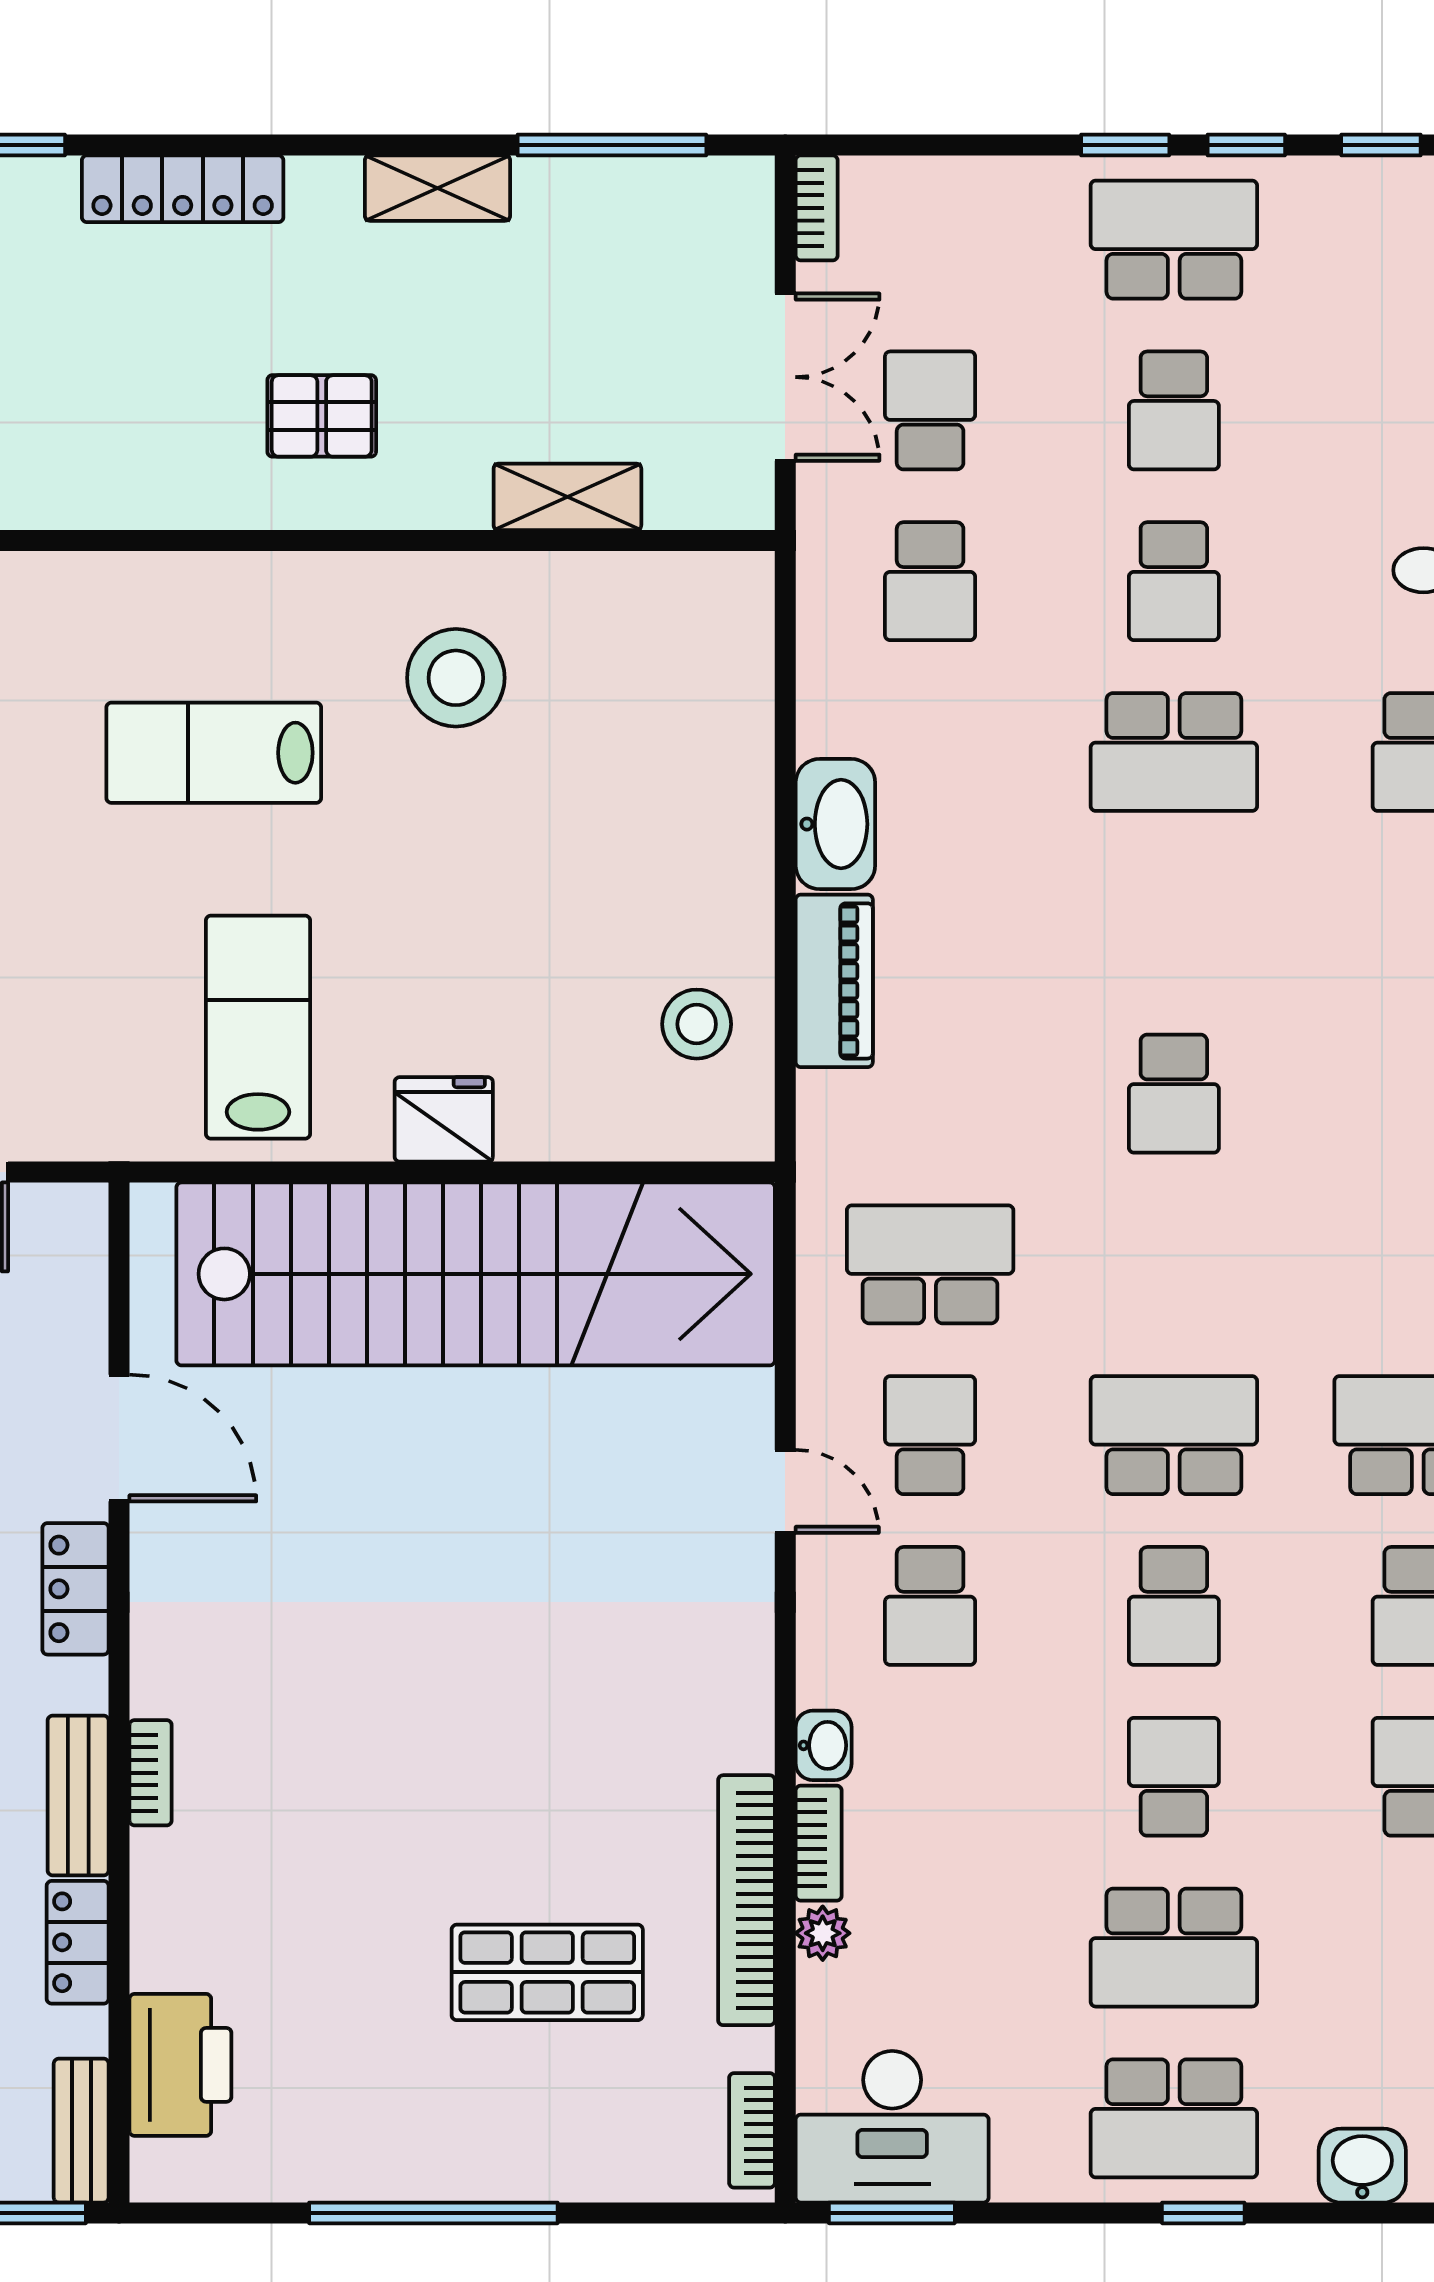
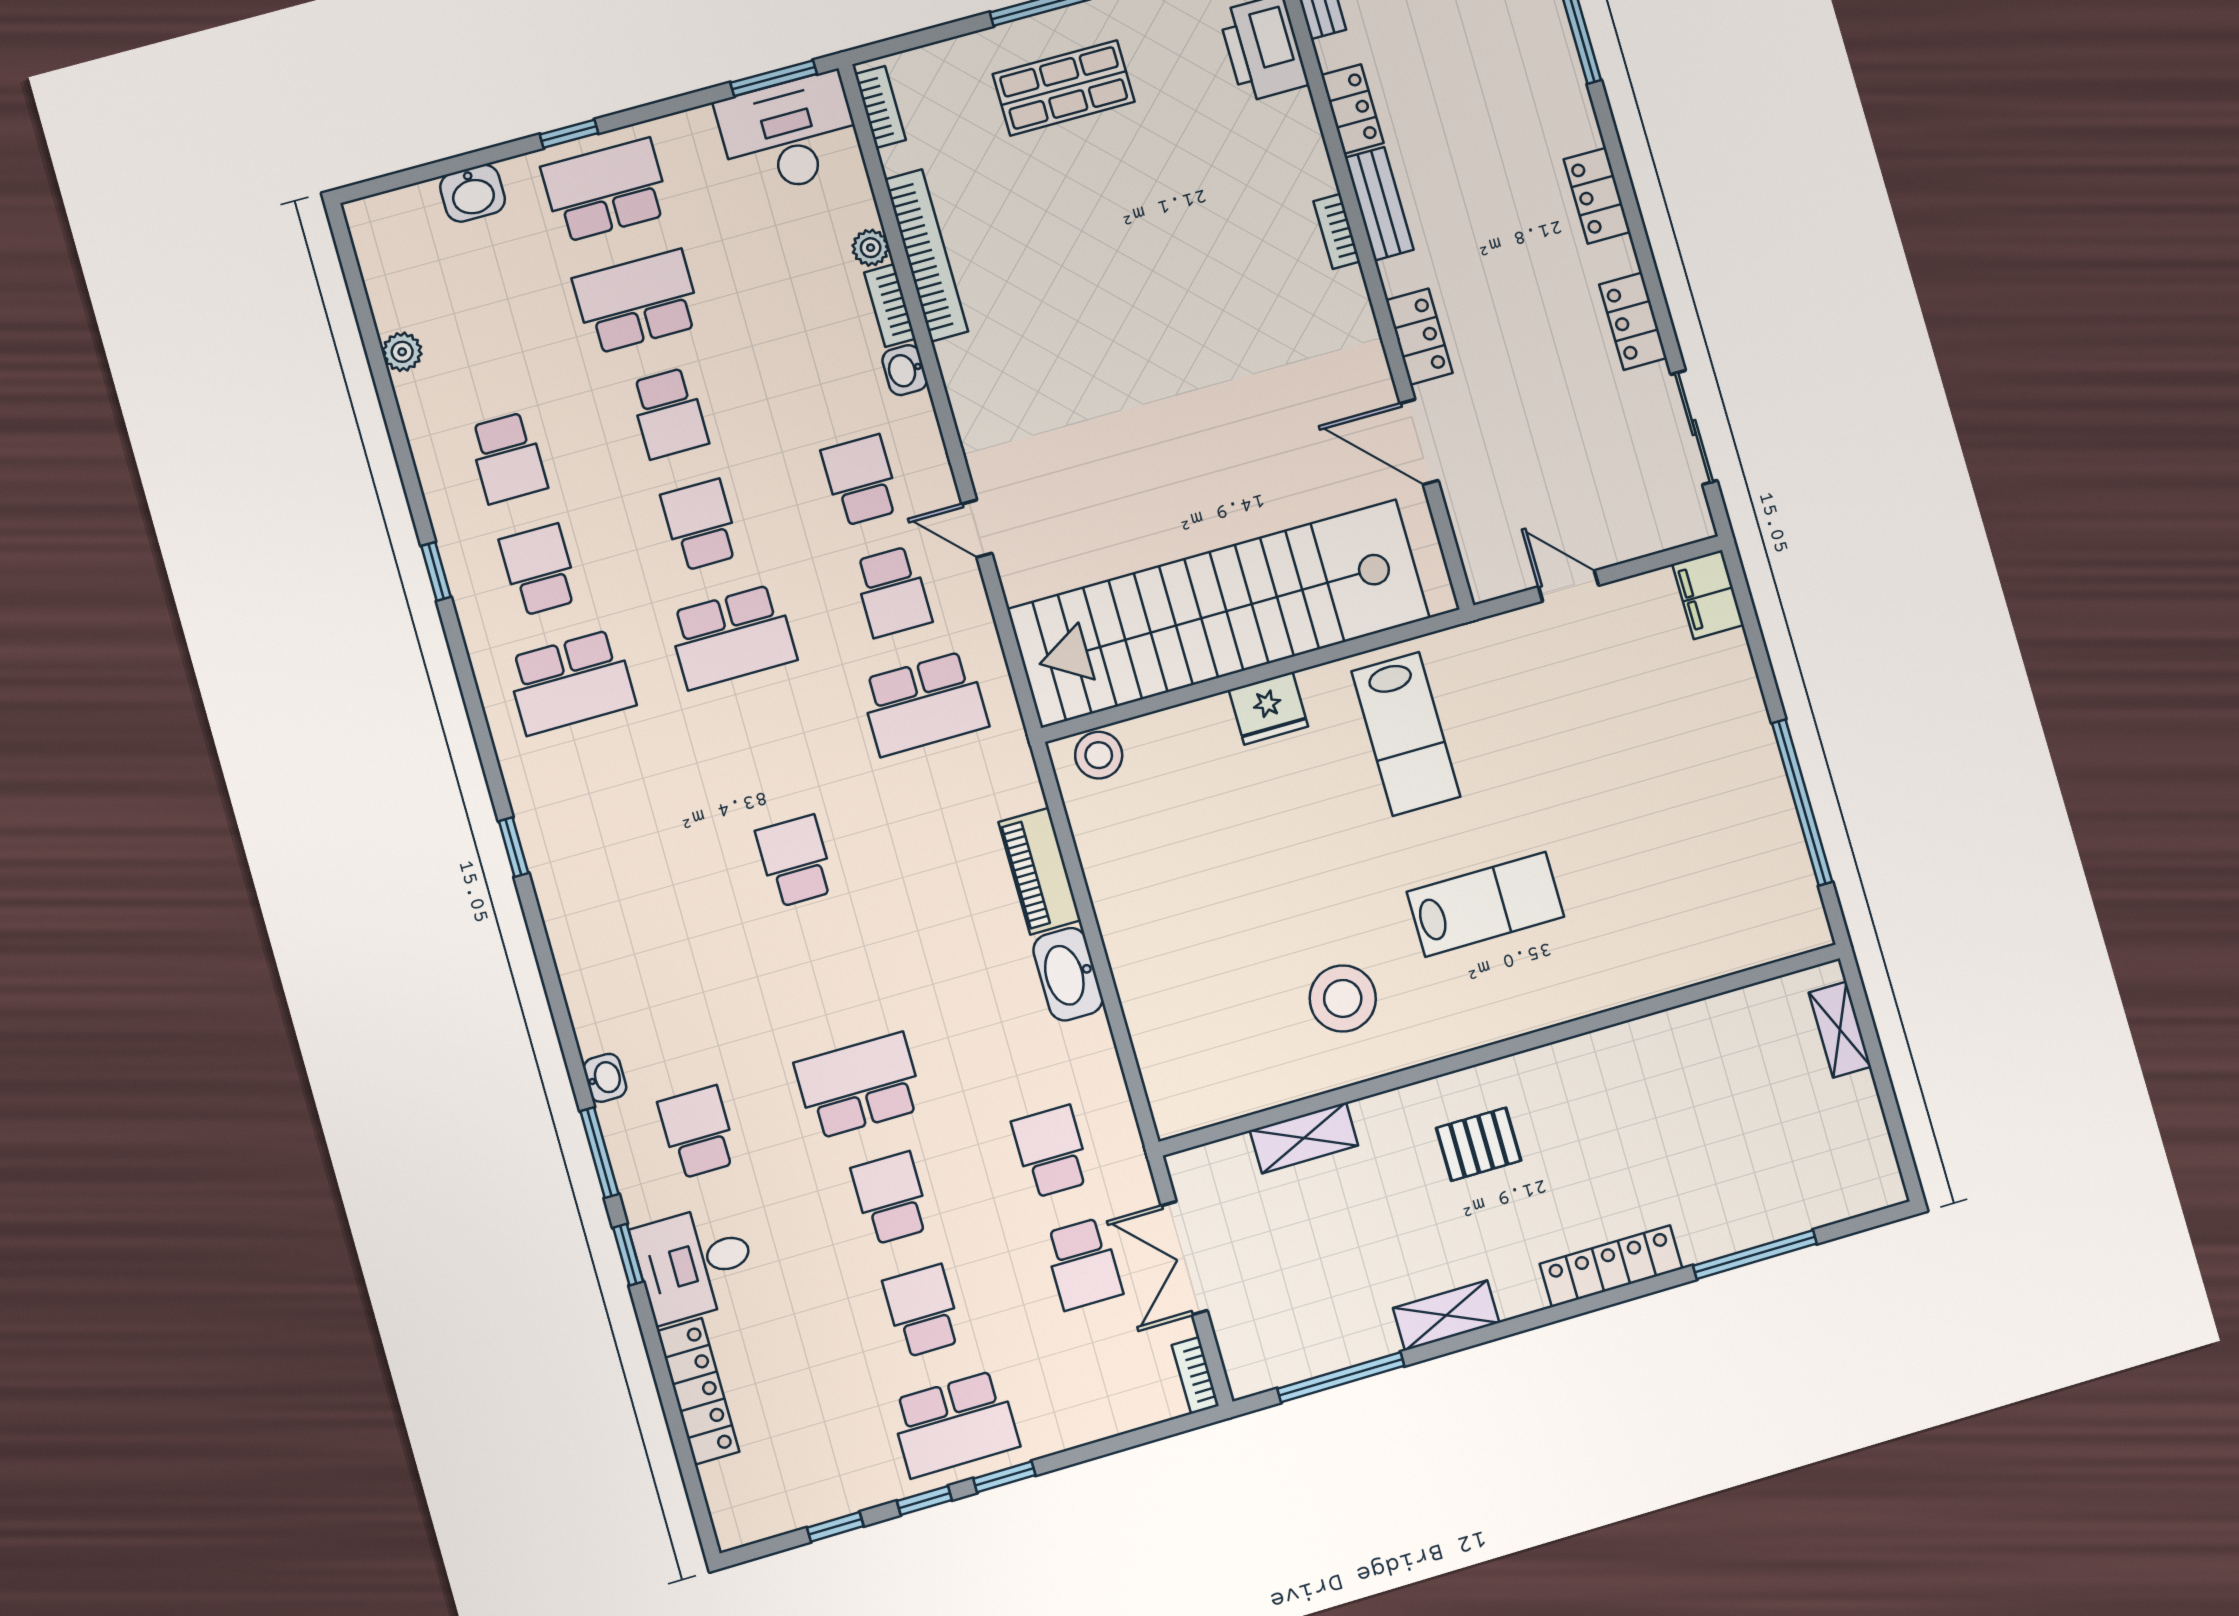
stool: (697, 1024) -> (1099, 755), moved
shop shelf: (547, 1972) -> (1064, 88), moved

